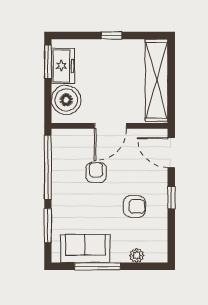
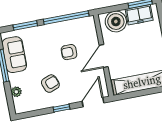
door: (110, 126) -> (104, 56), hinge flipped
armchair: (96, 172) -> (69, 52), turned 180
armchair: (134, 206) -> (50, 84), turned -111

